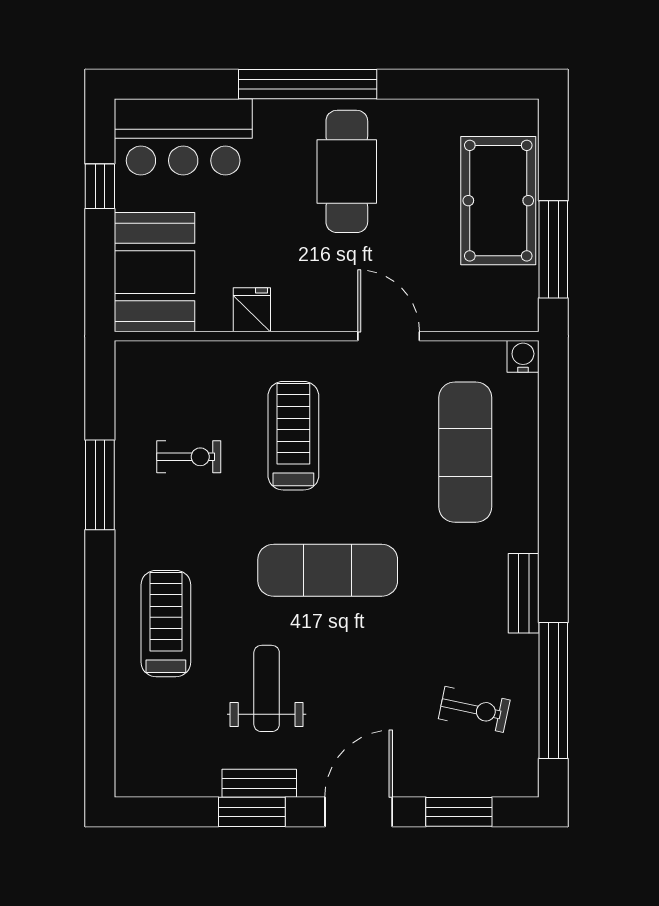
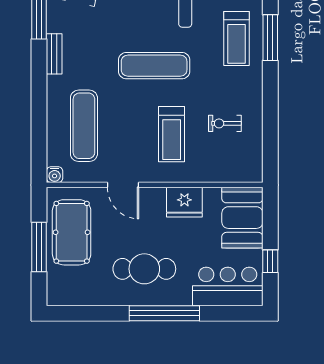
cafe table: (347, 171) -> (144, 269), turned 90
pool table: (498, 201) -> (72, 232), moved
window: (553, 249) -> (39, 247), moved
fridge: (252, 310) -> (184, 202), width x1.88, depth x1.34
window: (100, 485) -> (270, 38), moved

